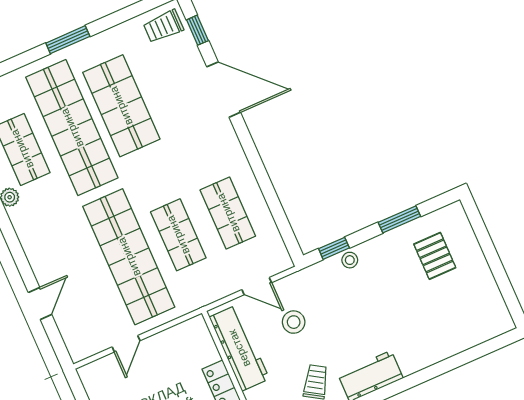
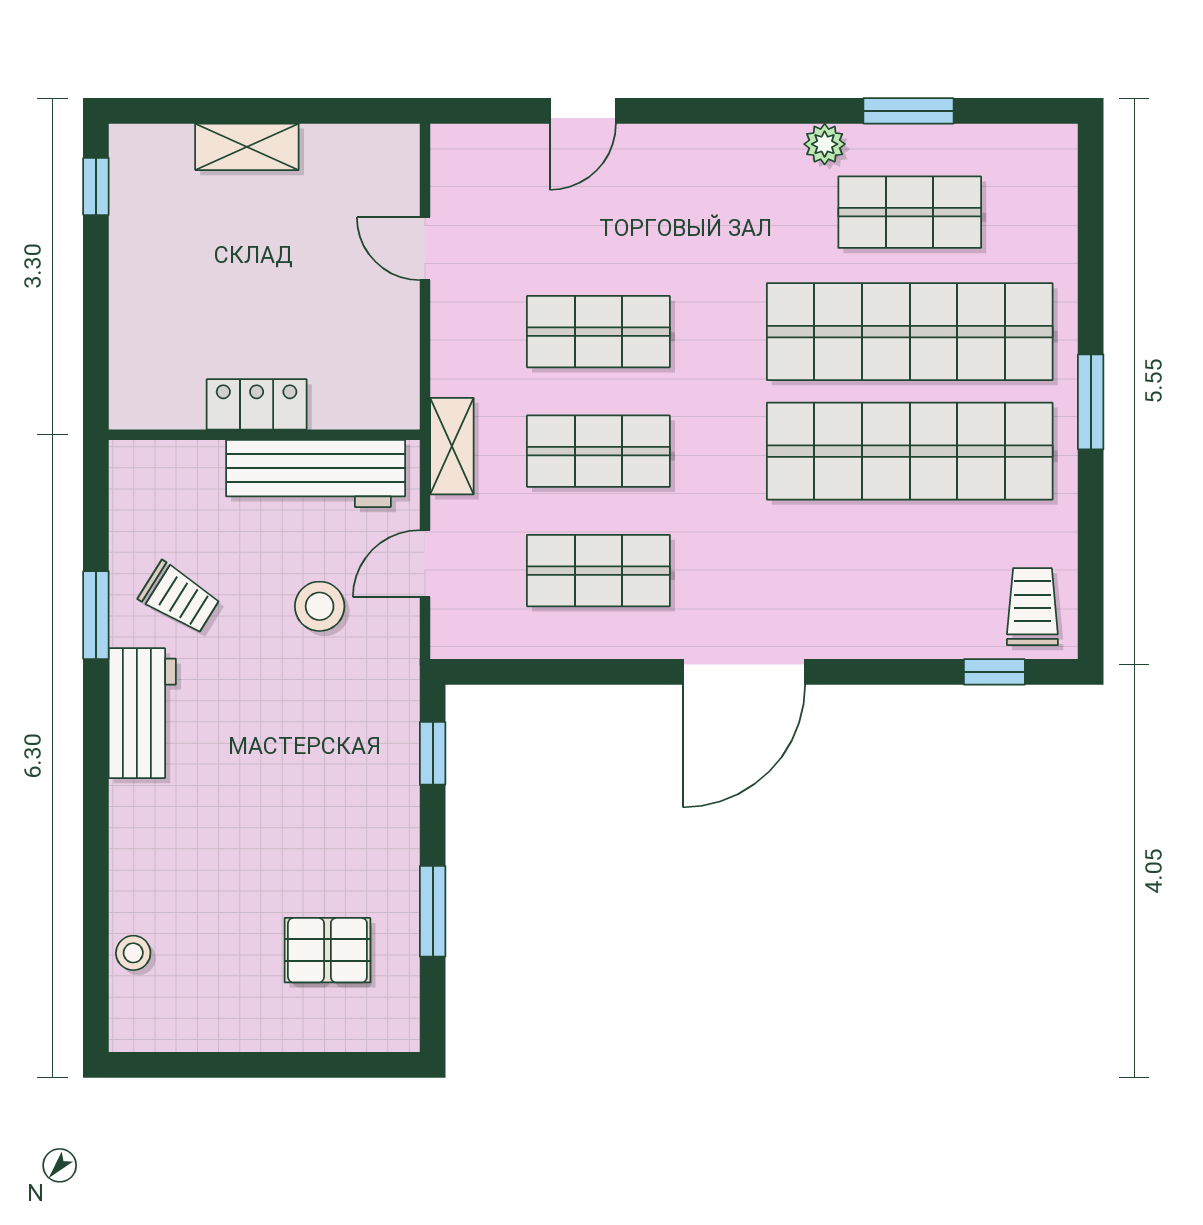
door: (224, 90) -> (744, 672), moved
shop shelf: (121, 106) -> (910, 451), width x1.40
shop shelf: (129, 257) -> (598, 332), width x0.50, depth x0.74
stool: (350, 260) -> (133, 953), moved
shelving: (203, 297) -> (452, 446), added
door: (40, 304) -> (583, 111), hinge flipped

